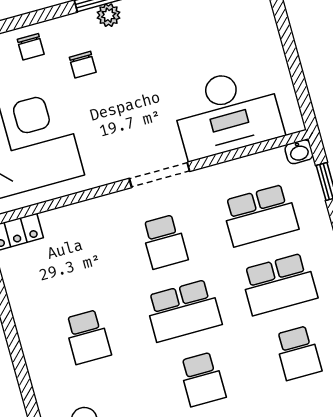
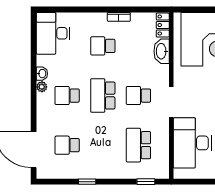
washbasin: (299, 152) -> (162, 51), moved, width x1.91, depth x1.45
school desk: (279, 284) -> (103, 145), removed
bookcase: (23, 321) -> (119, 17), added

